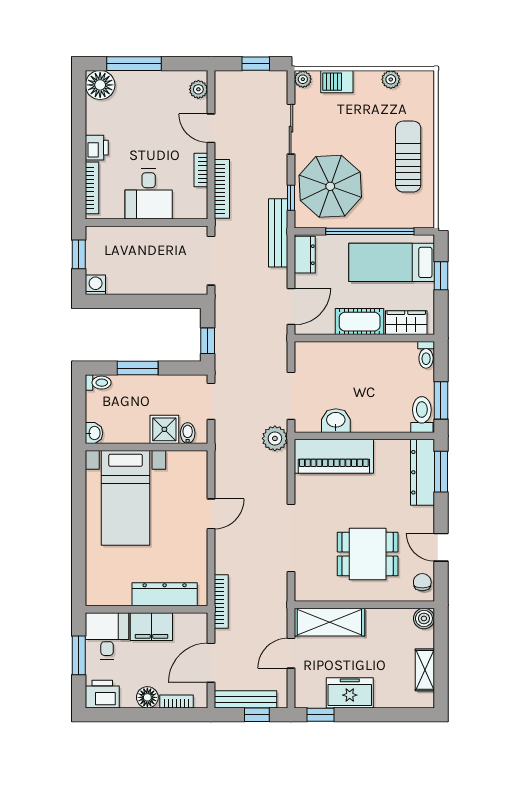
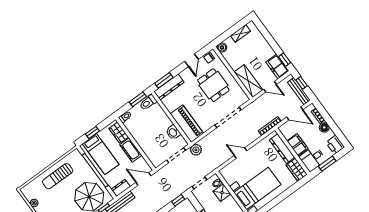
wardrobe: (108, 593) -> (297, 170), added
freezer: (350, 693) -> (277, 66), moved

